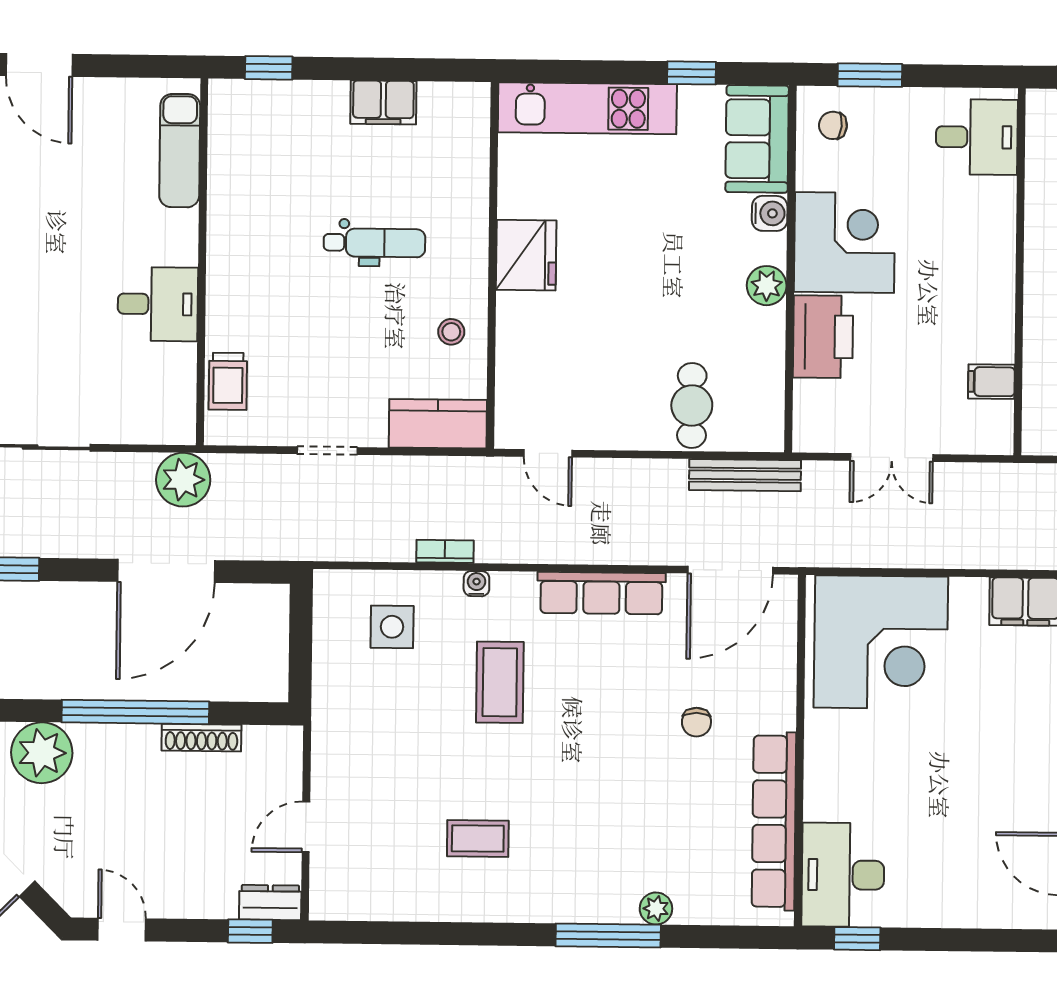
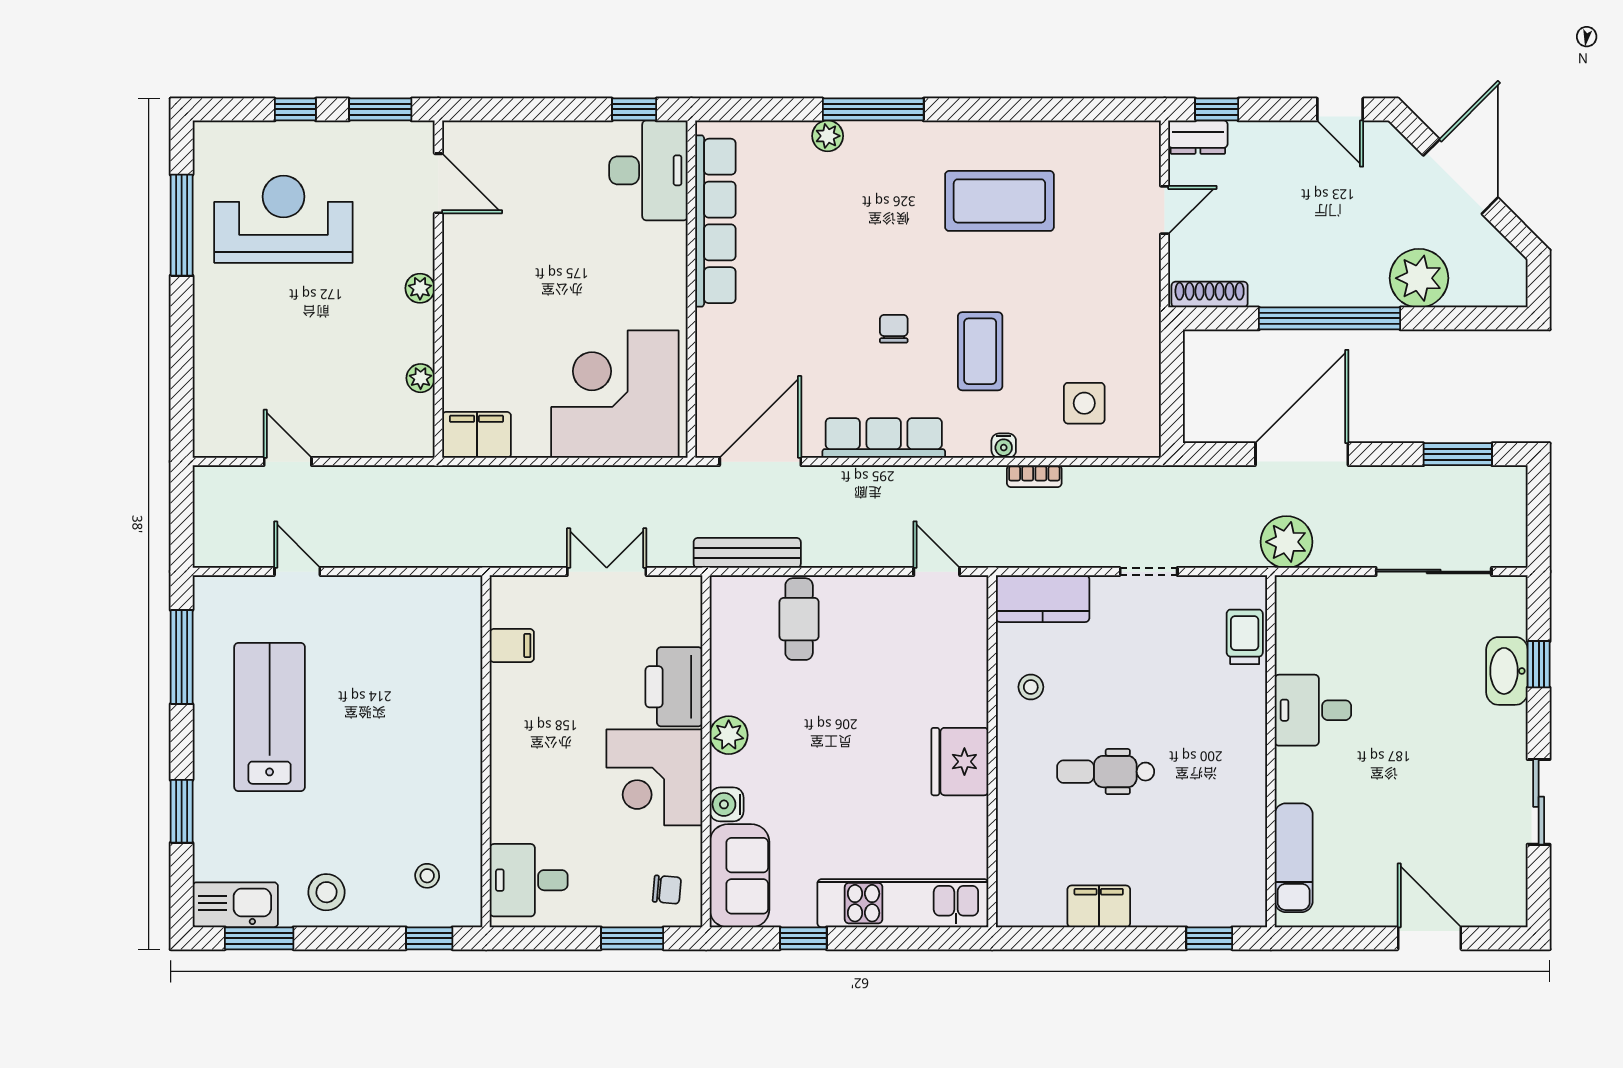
chair: (696, 722) -> (894, 329), moved
shoe rack: (201, 738) -> (1210, 295), moved
coffee table: (478, 839) -> (999, 201), width x1.86, depth x1.72

